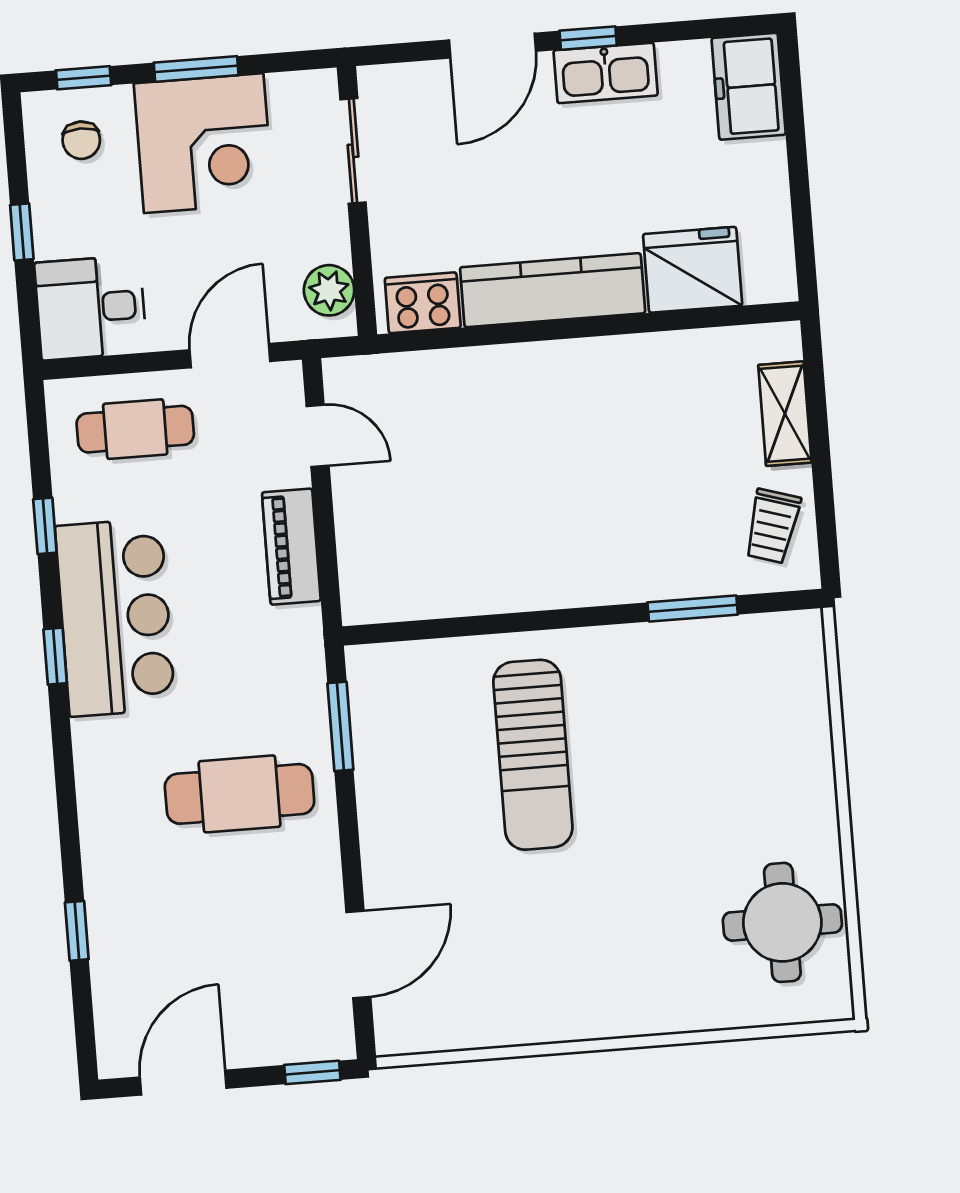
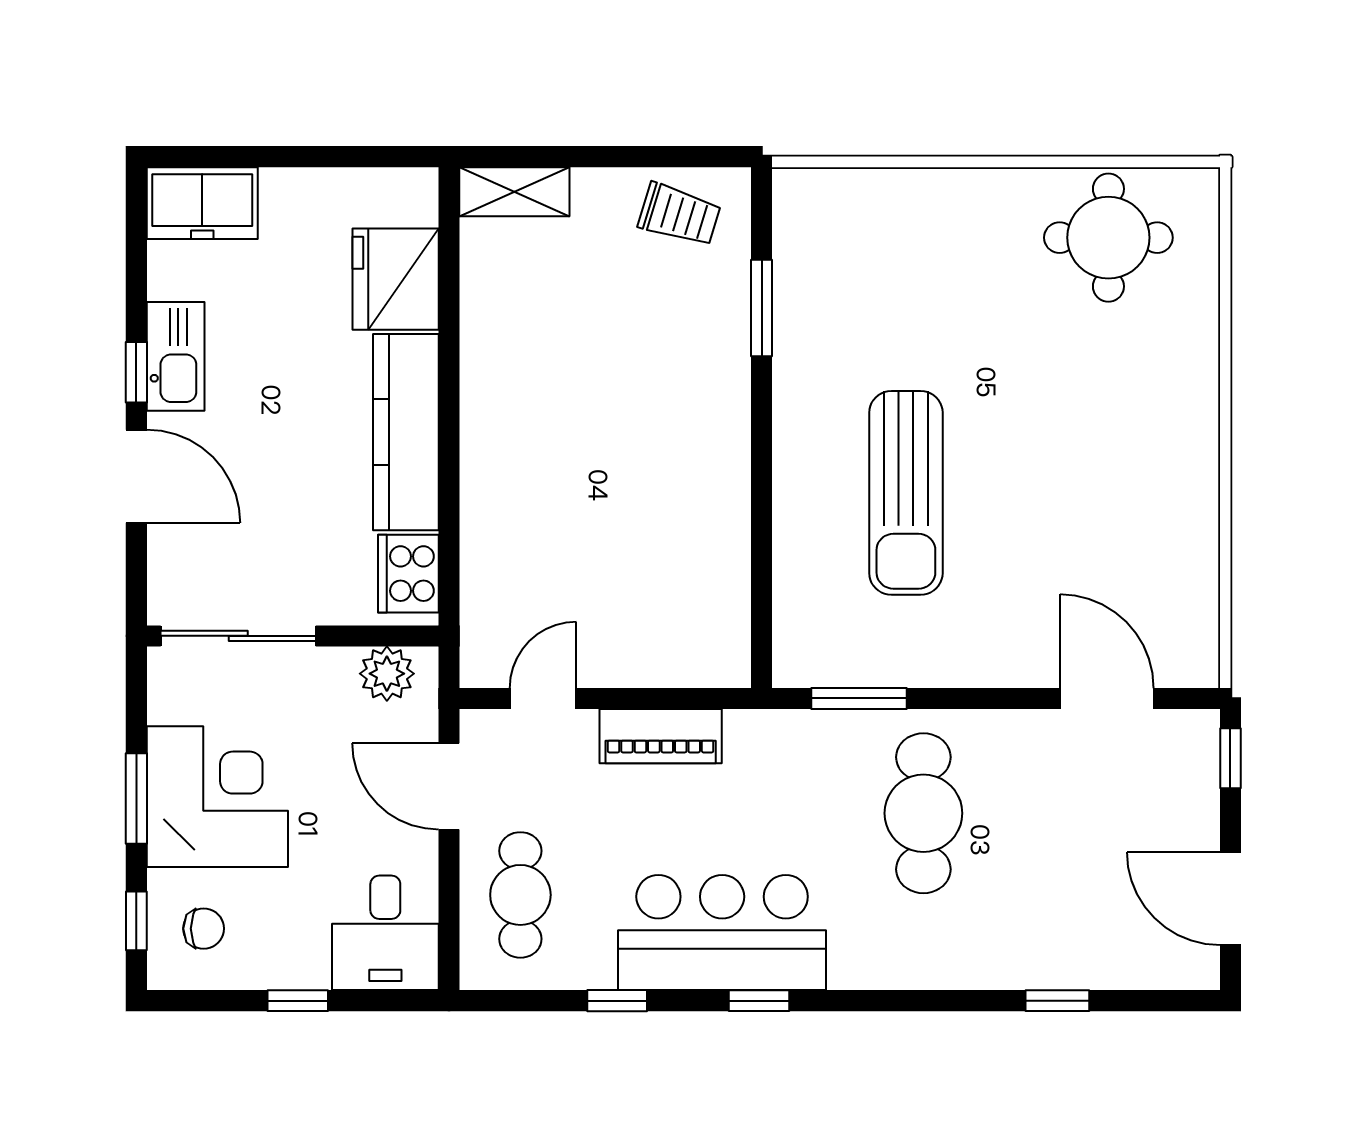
sliding door: (353, 151) -> (238, 636), width x1.37
shelving: (785, 414) -> (514, 192), moved
sun lounger: (533, 755) -> (906, 493), turned 90

